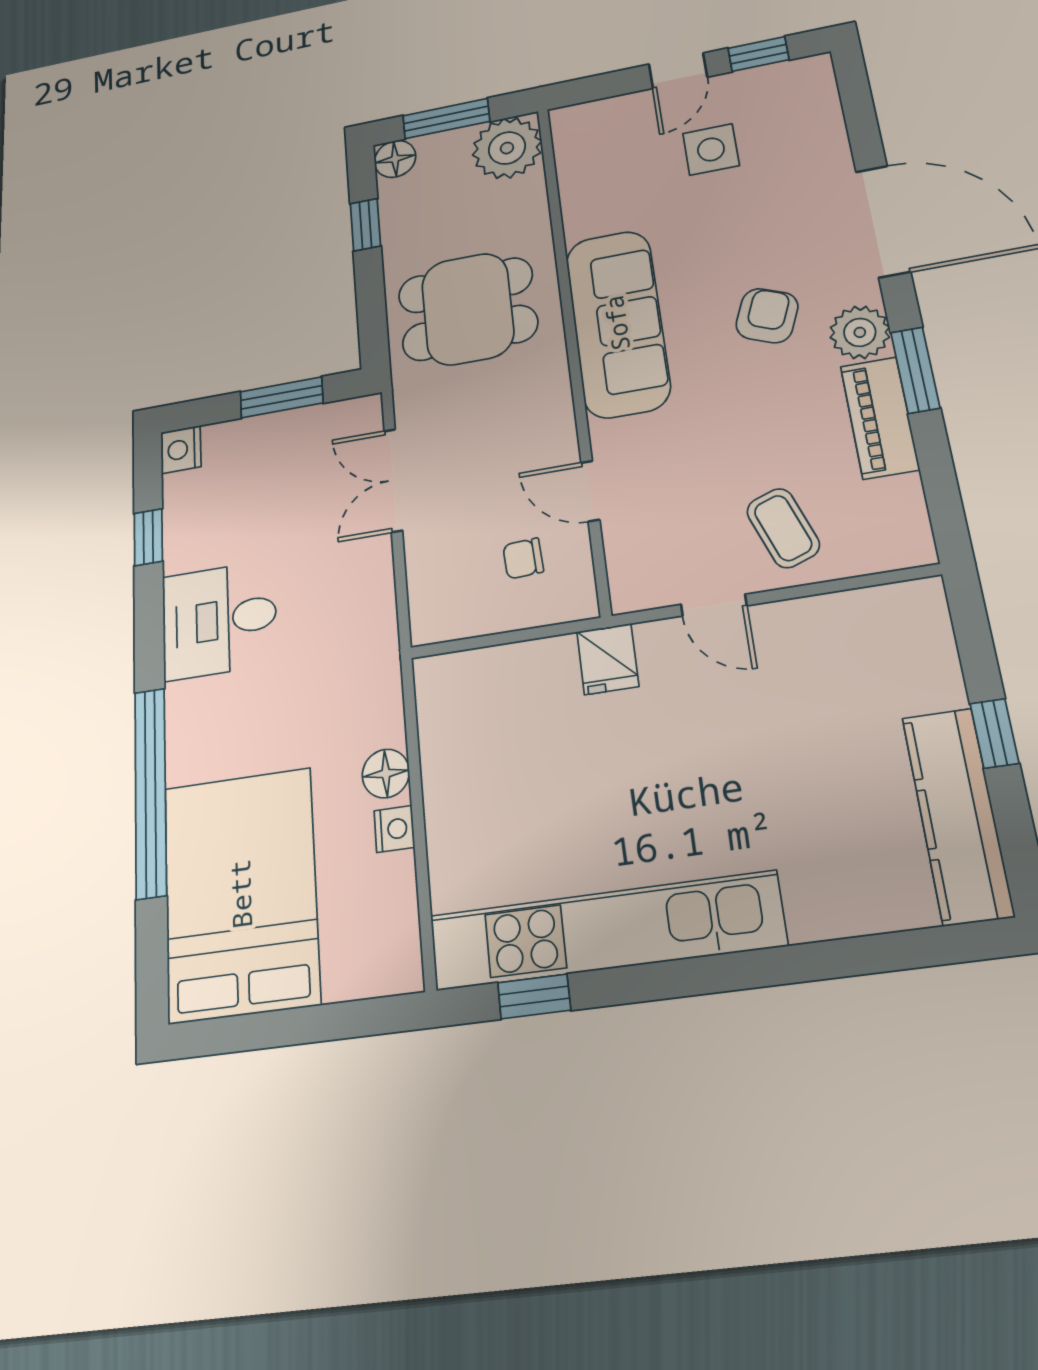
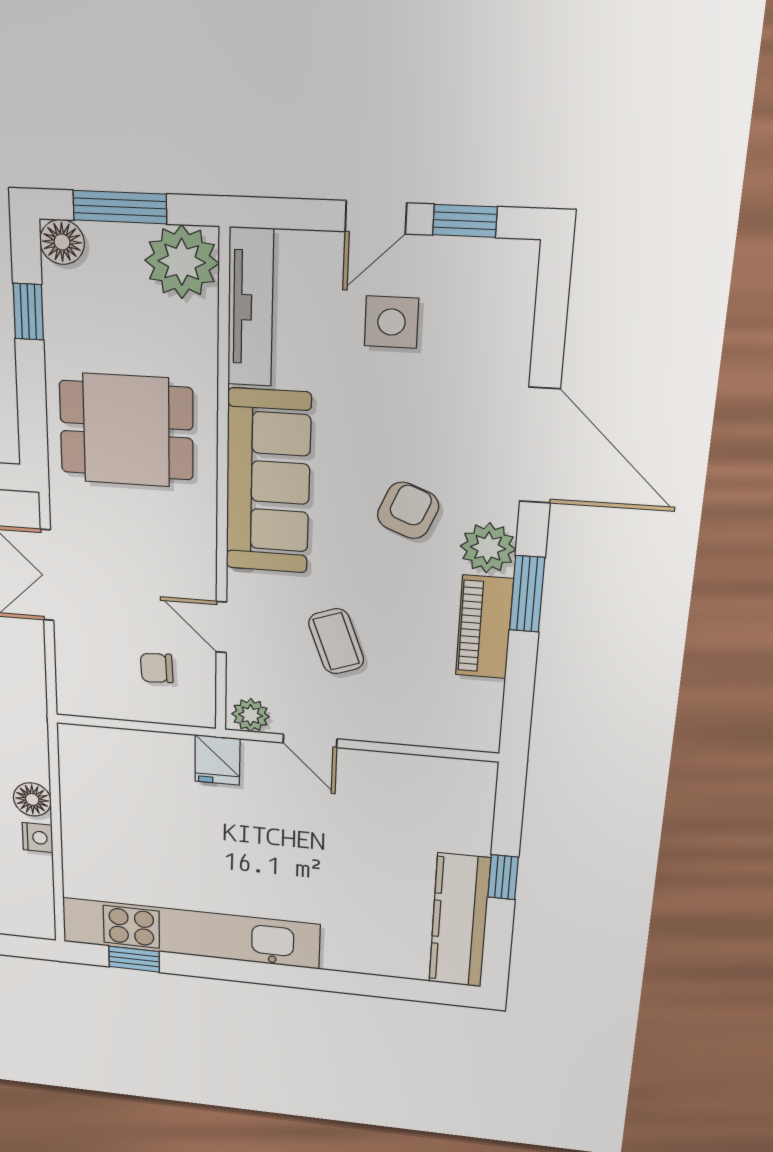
tv unit: (576, 170) -> (251, 307), added
coffee table: (783, 528) -> (336, 641), moved
plant: (639, 590) -> (251, 715), added

